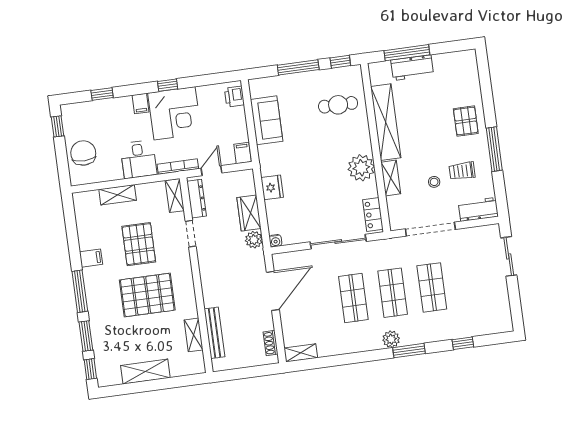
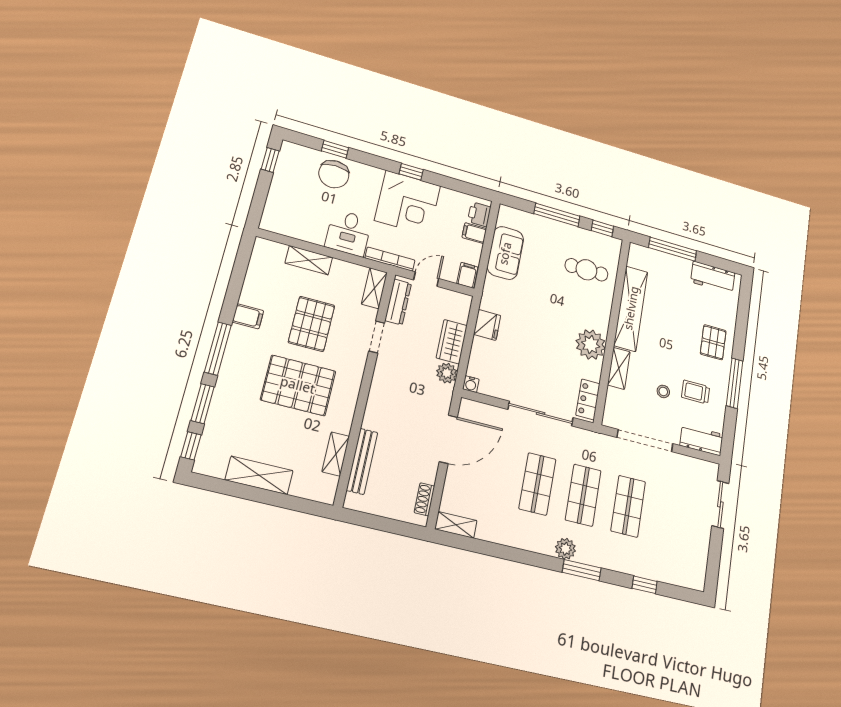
workbench: (412, 68) -> (713, 277), moved
filing cabinet: (141, 104) -> (474, 233), moved, turned 90
chair: (83, 153) -> (334, 174), moved, turned 180

